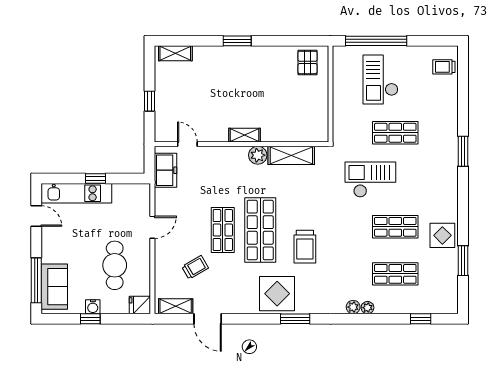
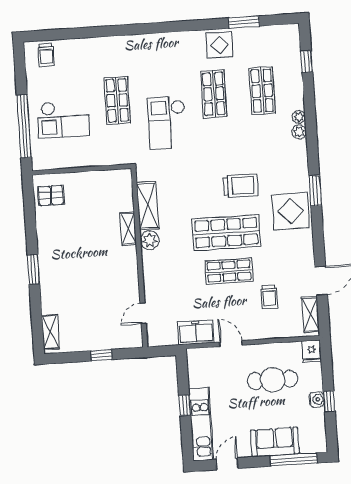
shelving: (244, 135) -> (128, 229), moved
window: (463, 151) -> (132, 29), removed
freezer: (166, 170) -> (196, 332), moved
trolley: (195, 267) -> (269, 297), turned -150
sofa: (54, 287) -> (275, 442), moved

